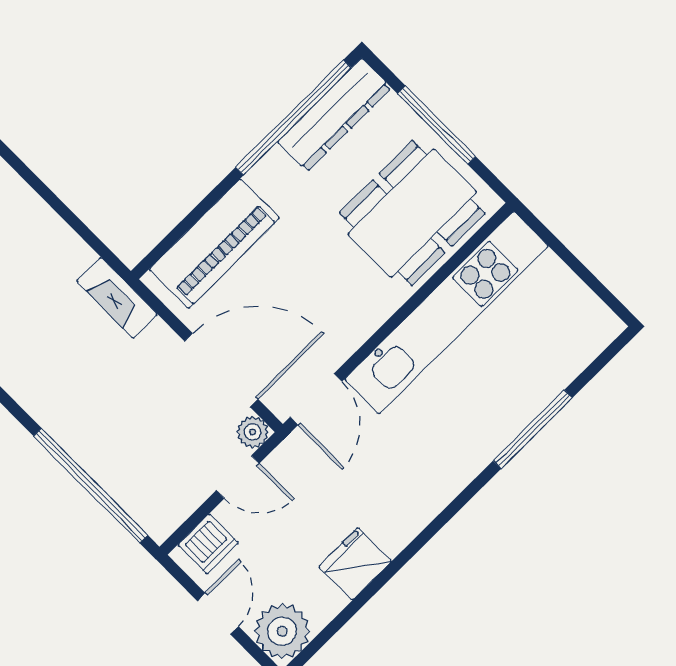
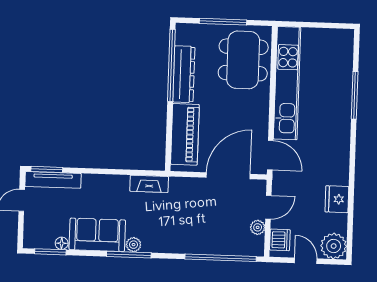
dresser: (334, 115) -> (184, 74), moved
fireplace: (117, 298) -> (149, 184), moved
plant: (253, 432) -> (258, 227), moved

